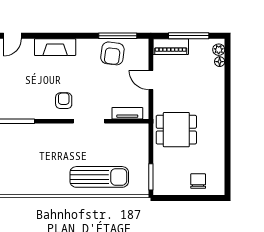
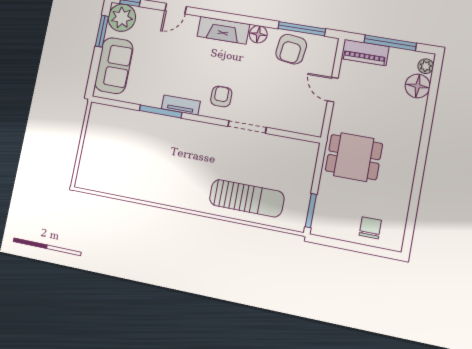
floor lamp: (84, 46) -> (258, 34), added
floor lamp: (220, 62) -> (418, 86), width x1.89, depth x1.89
tv unit: (127, 113) -> (181, 105), moved

